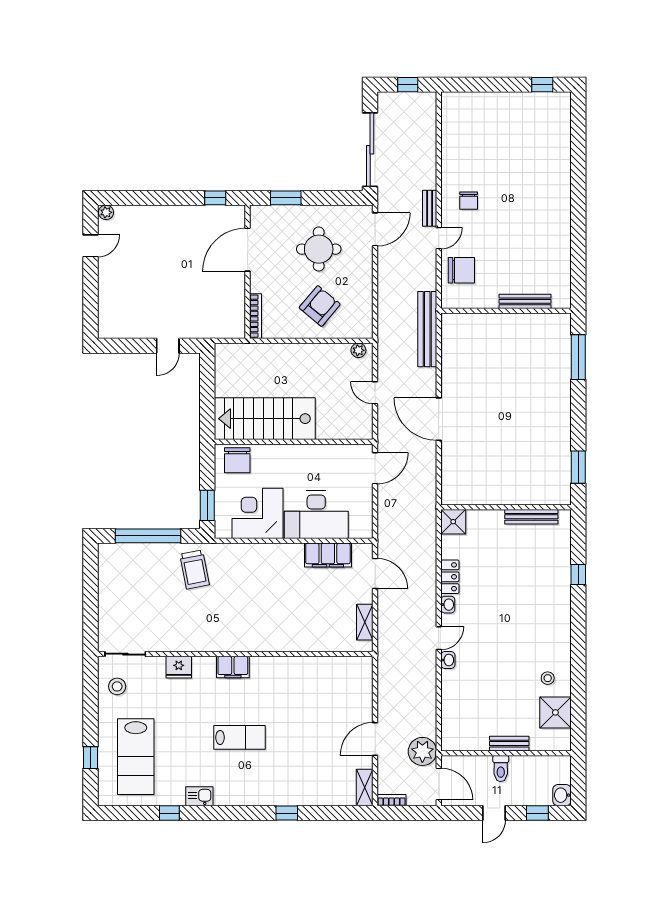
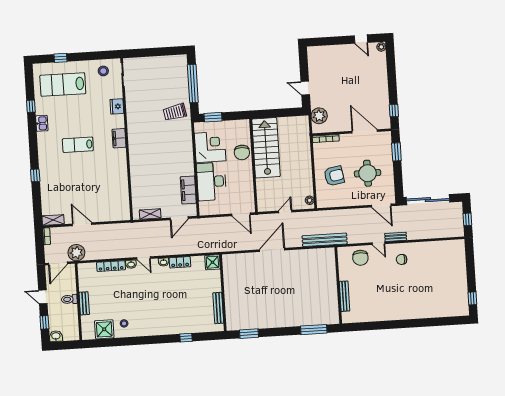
armchair: (320, 306) -> (334, 176), turned -50
plant: (216, 325) -> (319, 116), added
chair: (237, 460) -> (242, 152), moved, turned -90
locker: (449, 694) -> (111, 266), added
lab bench: (239, 737) -> (78, 145), turned 90

